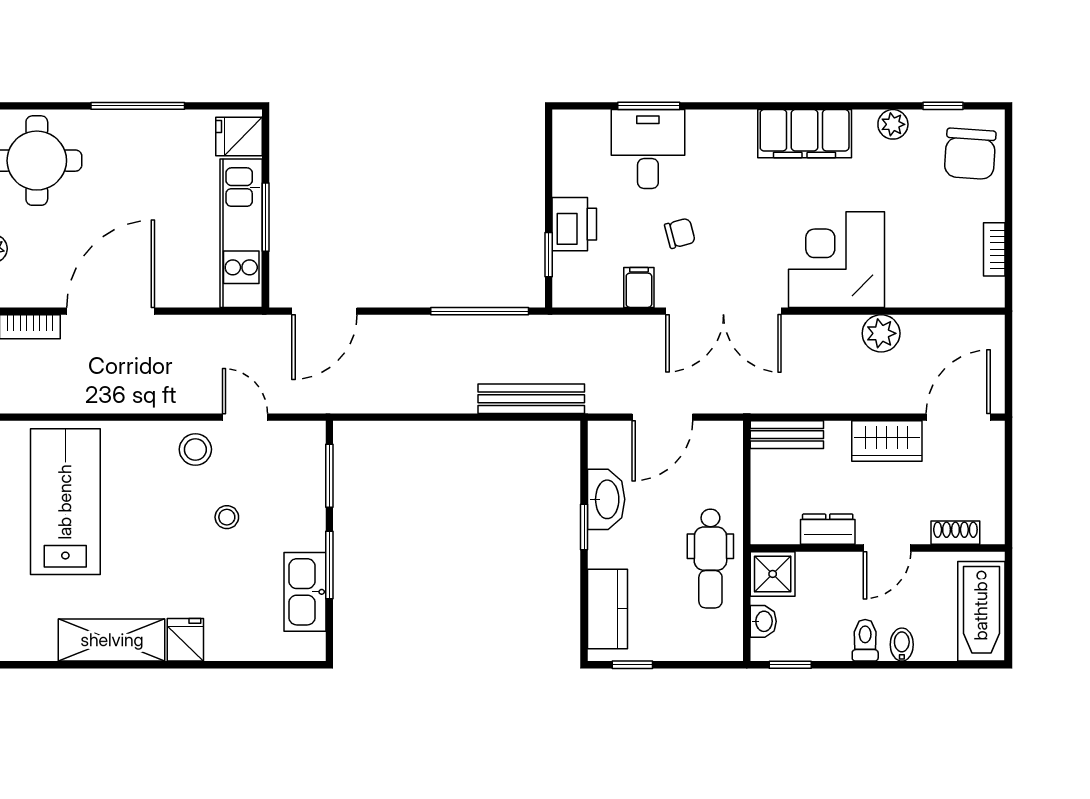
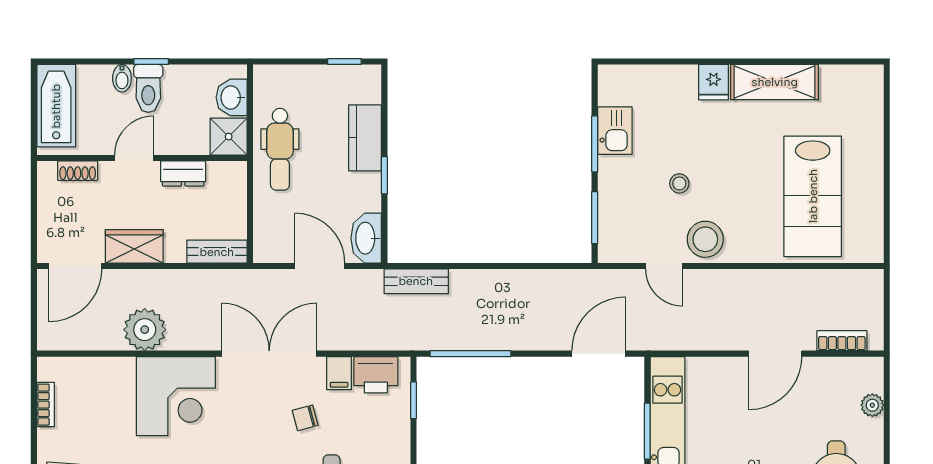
printer: (574, 224) -> (376, 375), moved, turned -90
door: (111, 311) -> (775, 354), width x0.73
plant: (881, 333) -> (145, 330), width x1.36, depth x1.36
bench: (531, 399) -> (416, 281), width x0.73
door: (662, 417) -> (320, 266), hinge flipped
stool: (195, 449) -> (705, 239), width x1.38, depth x1.38
washbasin: (606, 499) -> (366, 238), moved
dental chair: (710, 559) -> (280, 149), turned 180
kitchen sink: (305, 592) -> (615, 131), width x0.73
kitchen counter: (607, 609) -> (365, 138), moved
washbasin: (763, 621) -> (232, 97), width x1.38, depth x1.45
toilet: (865, 640) -> (148, 88), width x1.37, depth x1.39
window: (790, 665) -> (151, 62), moved

